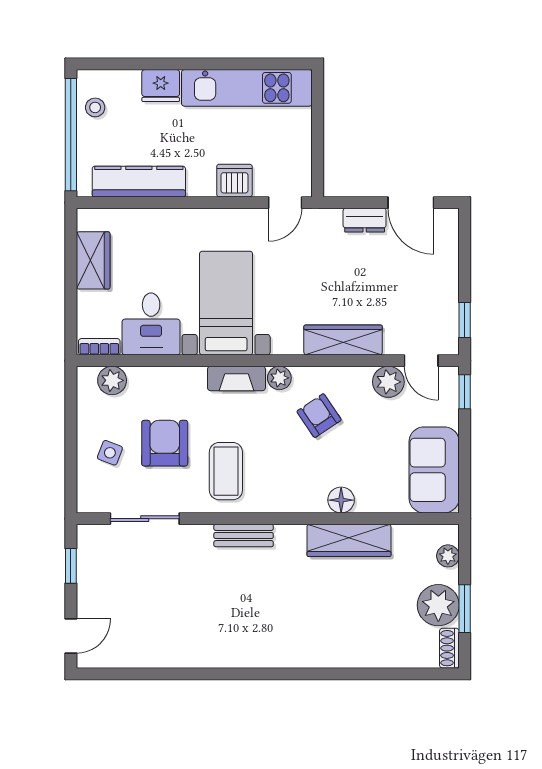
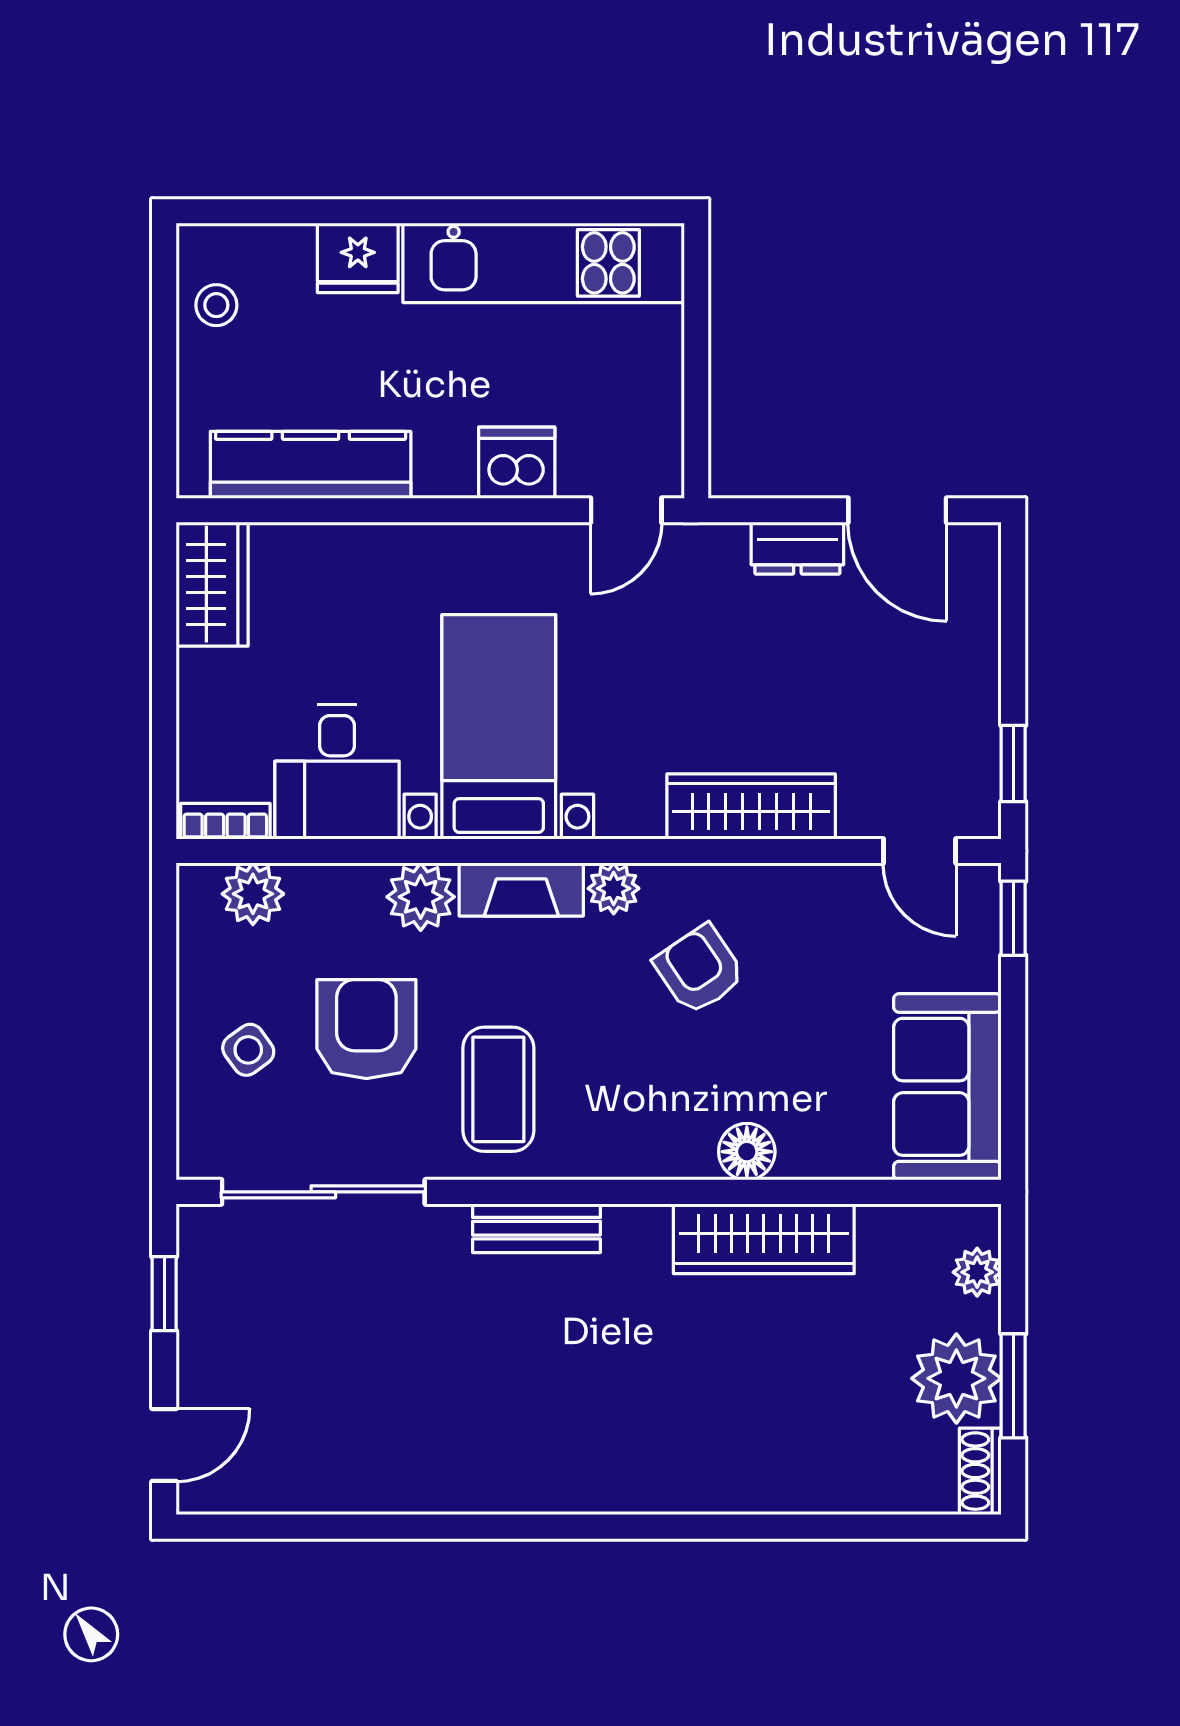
window: (71, 135) -> (164, 364), removed
wardrobe: (93, 260) -> (212, 584), moved
plant: (388, 382) -> (421, 897), moved
side table: (110, 453) -> (248, 1050), turned 33
sliding door: (145, 519) -> (323, 1192), width x1.37

